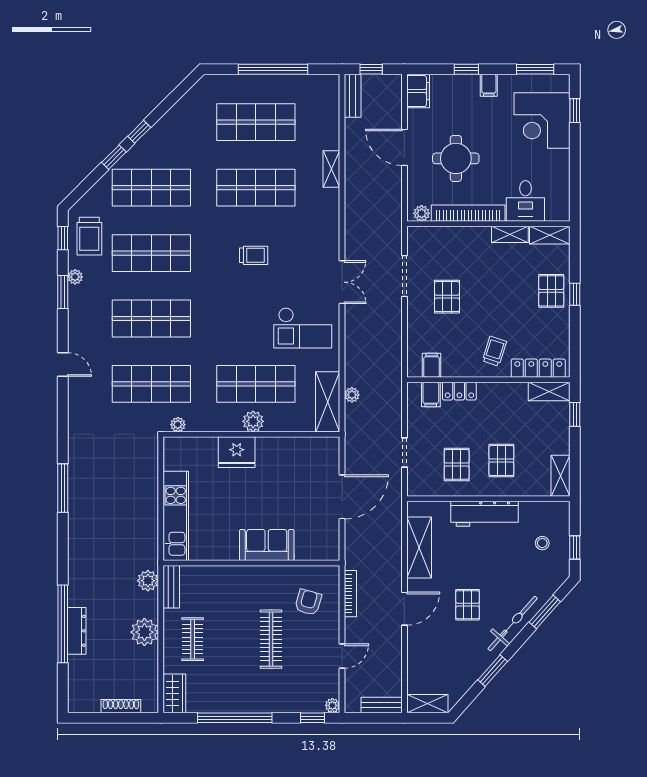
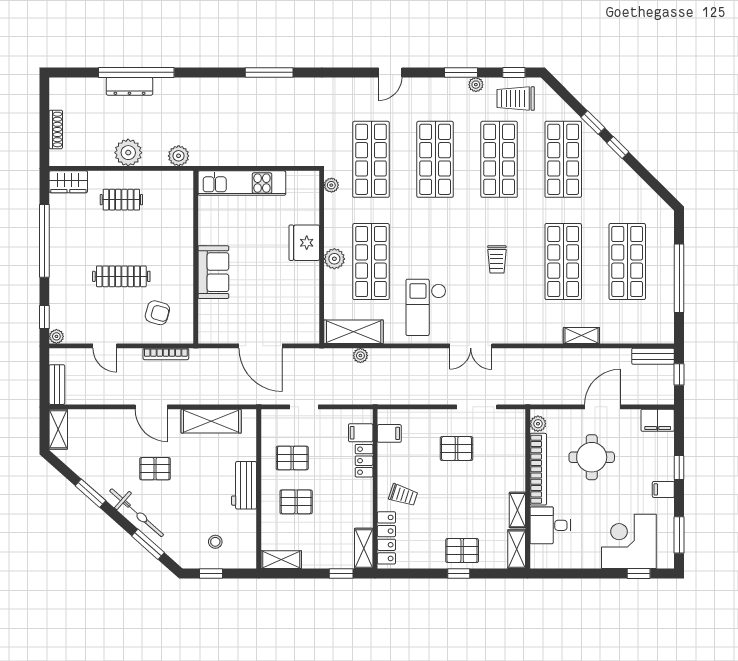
workbench: (484, 514) -> (244, 485), width x0.73
bench: (171, 587) -> (173, 179), removed

